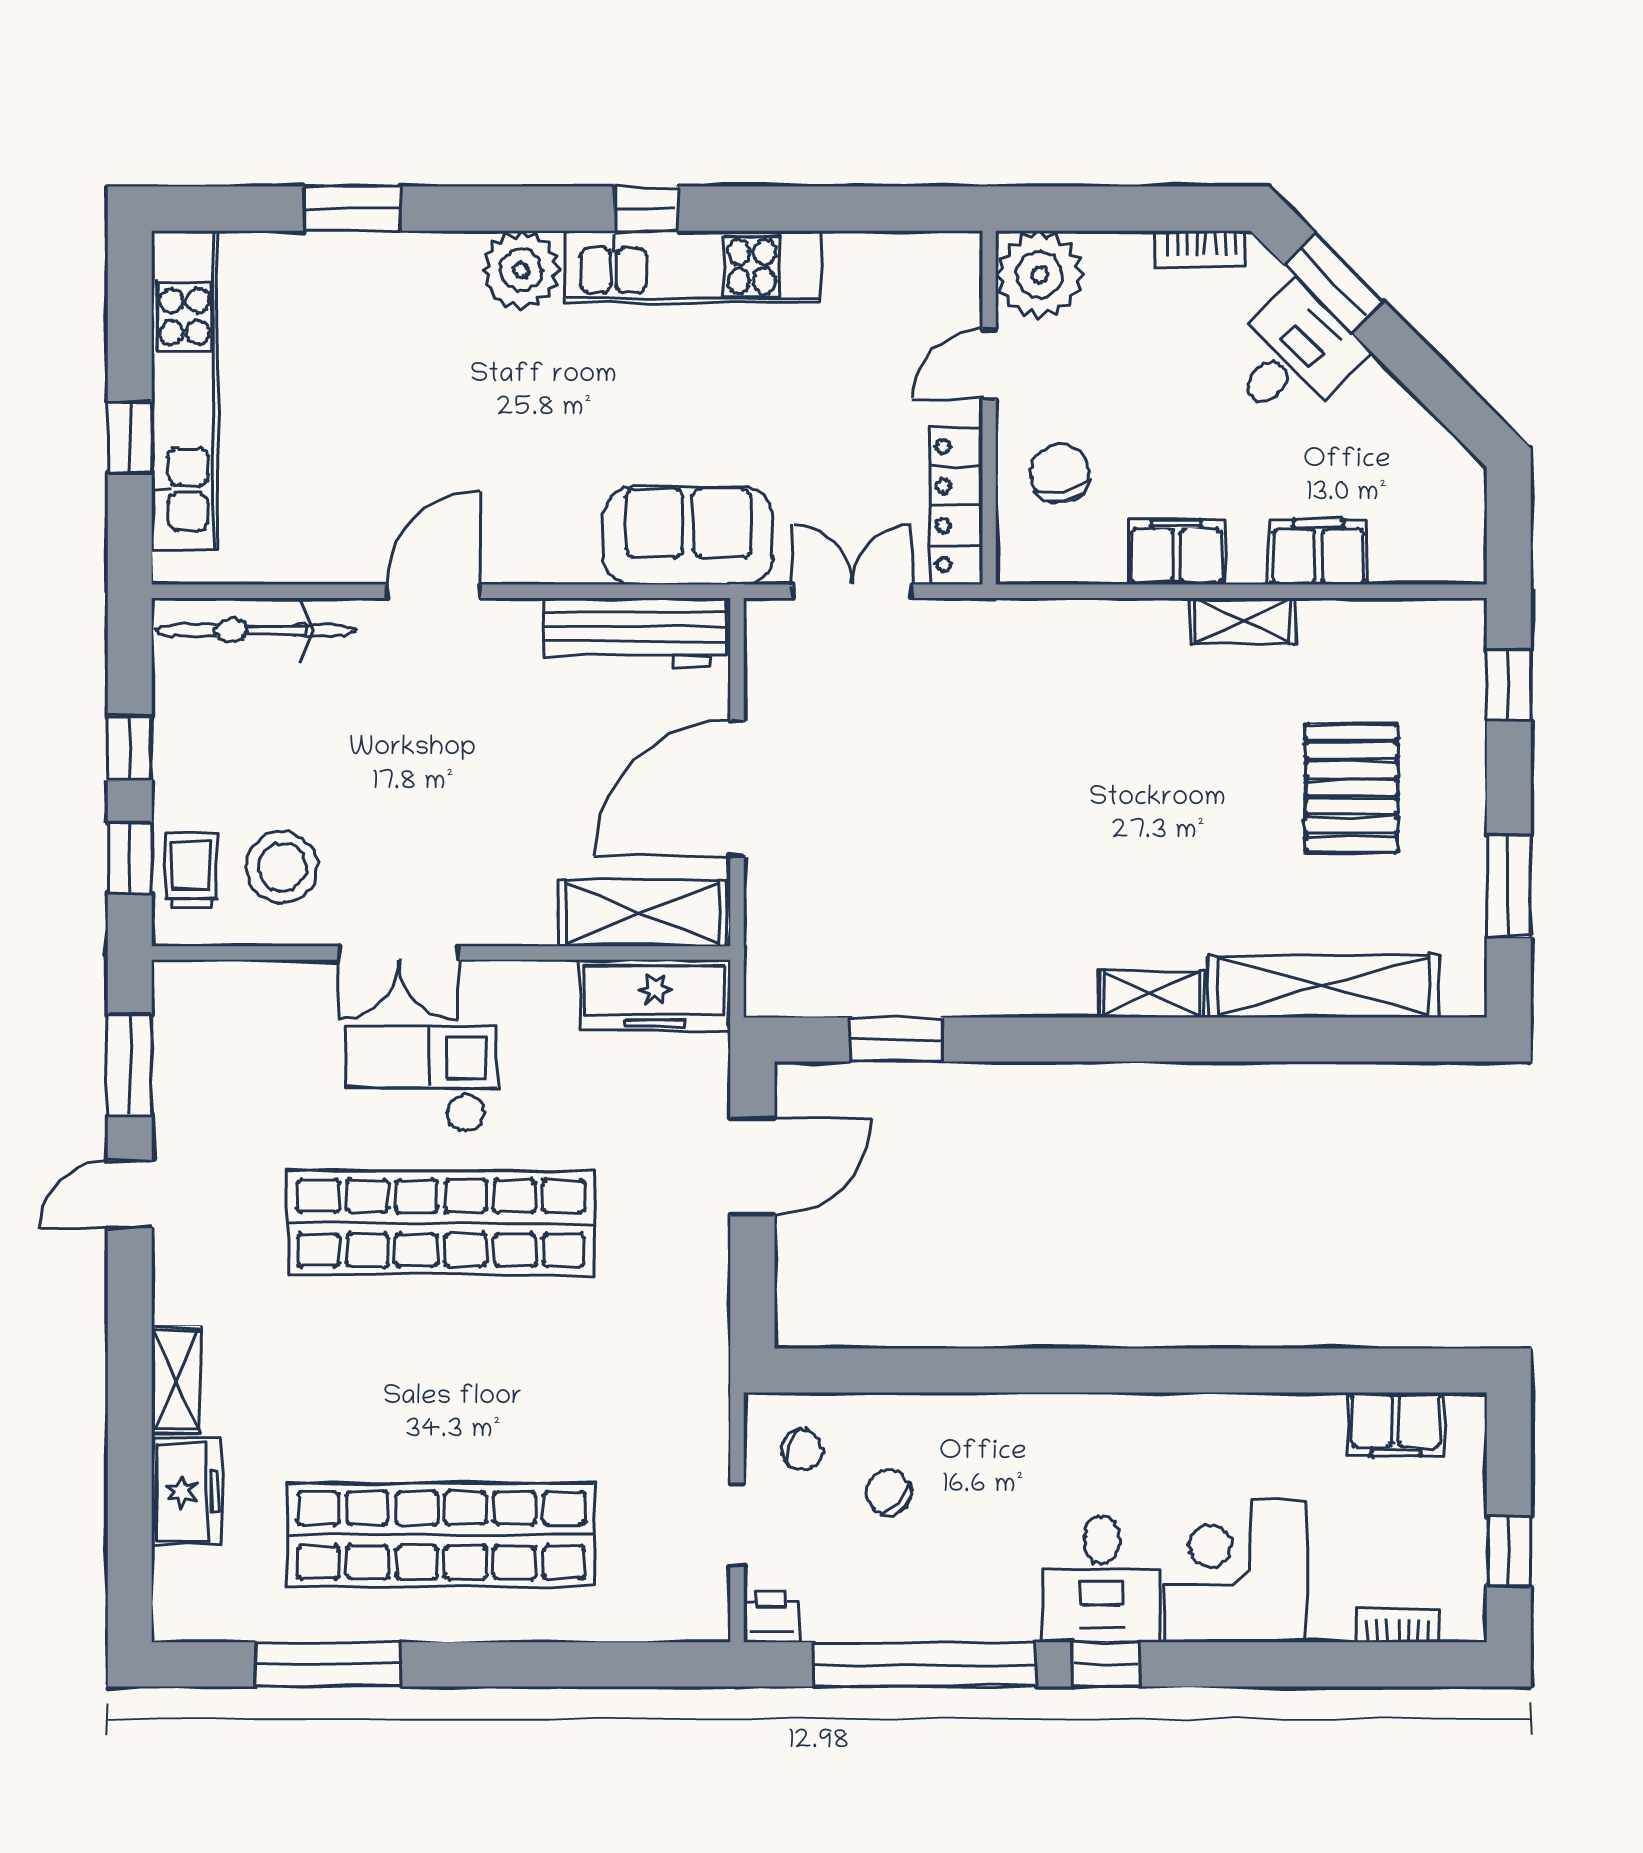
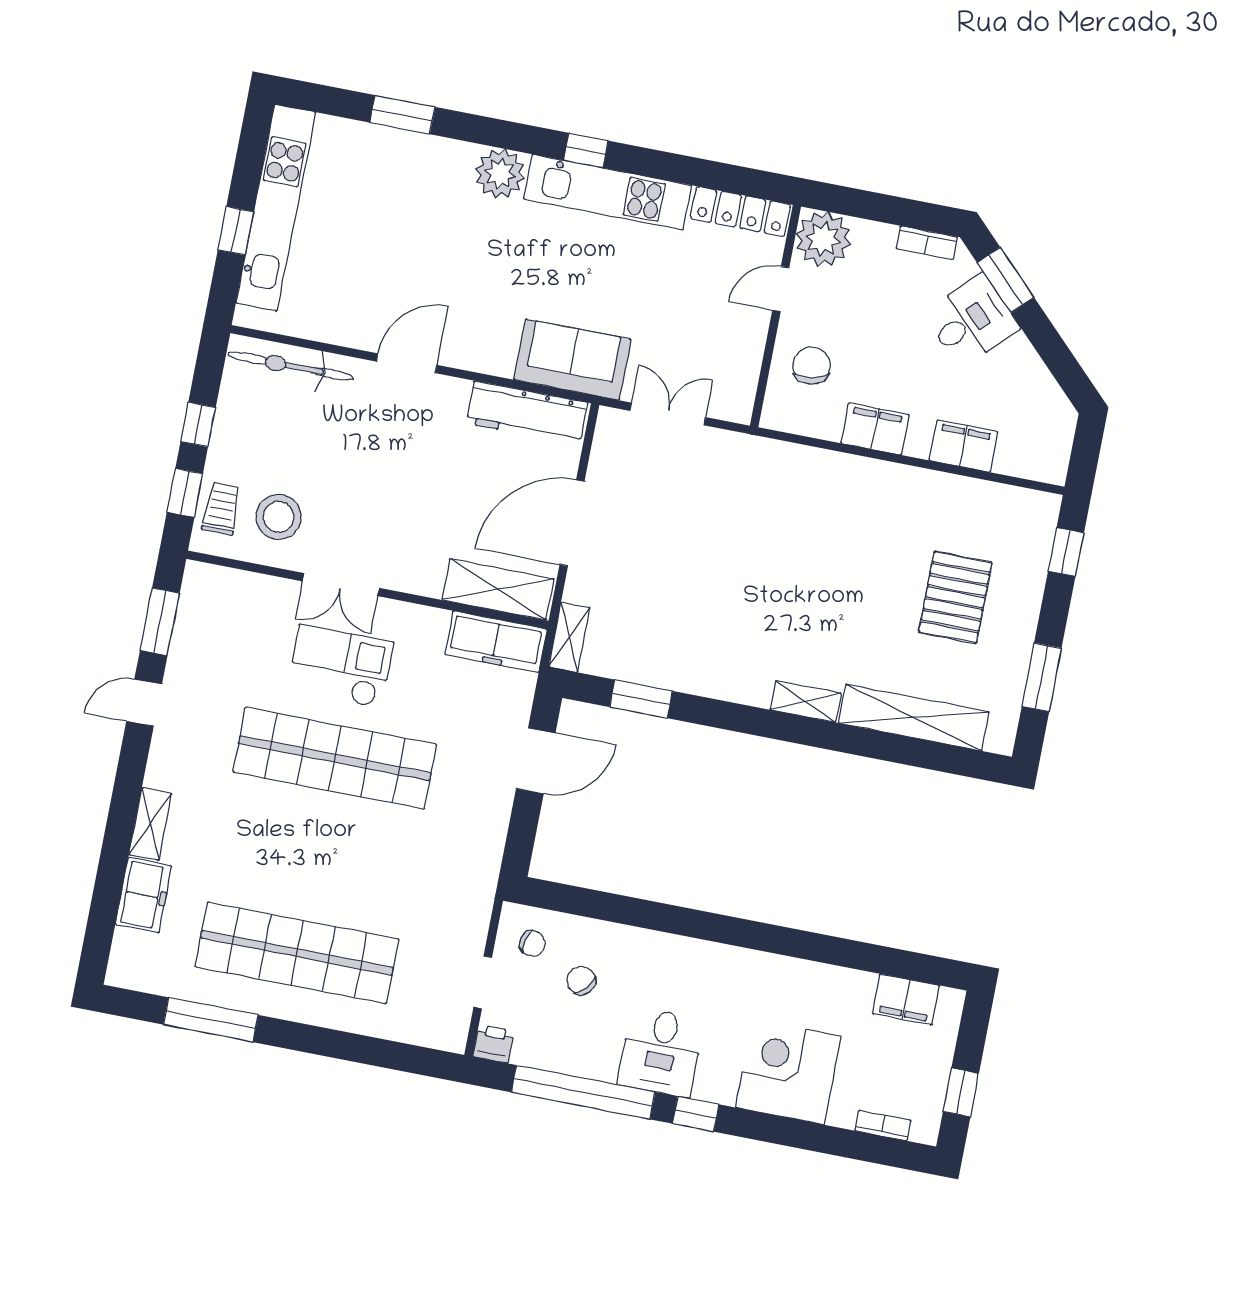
locker: (956, 506) -> (741, 212), moved, turned -90
shelving: (1243, 621) -> (569, 637), moved, turned 90
desk: (1102, 1579) -> (661, 1052), moved

